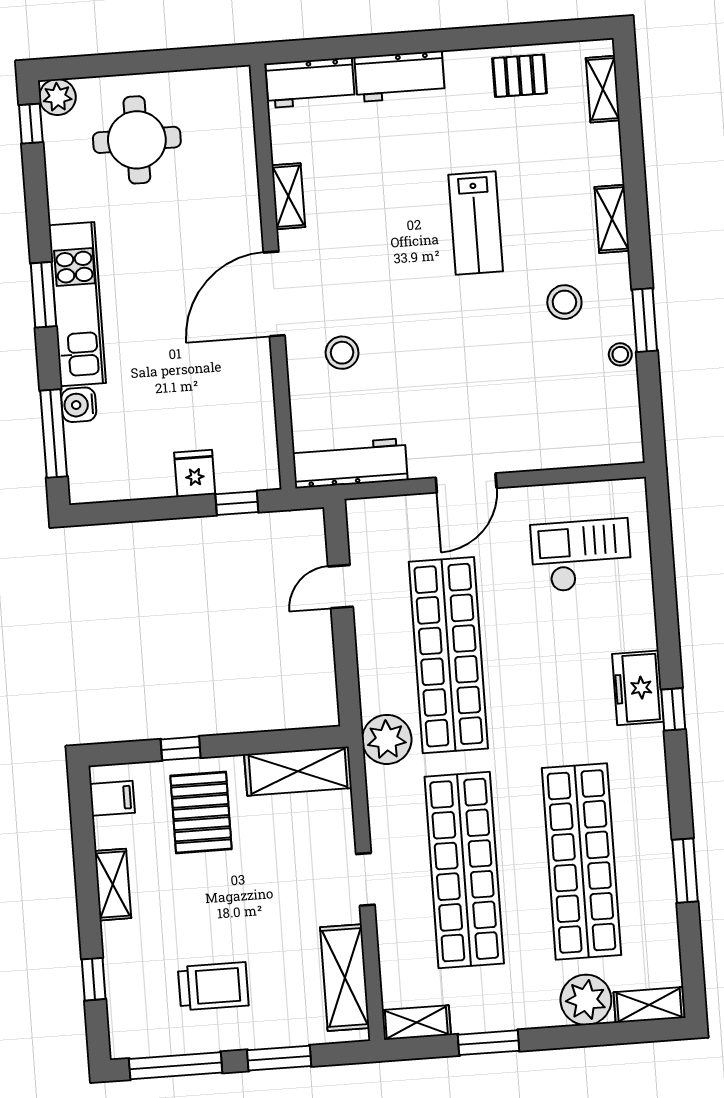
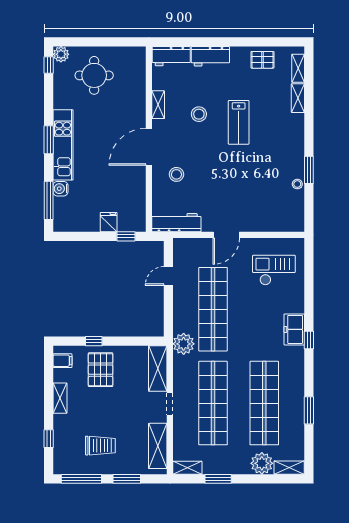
shelving: (612, 219) -> (298, 98), moved
stool: (564, 302) -> (199, 114), moved
shelving: (298, 771) -> (158, 368), moved, turned 90

